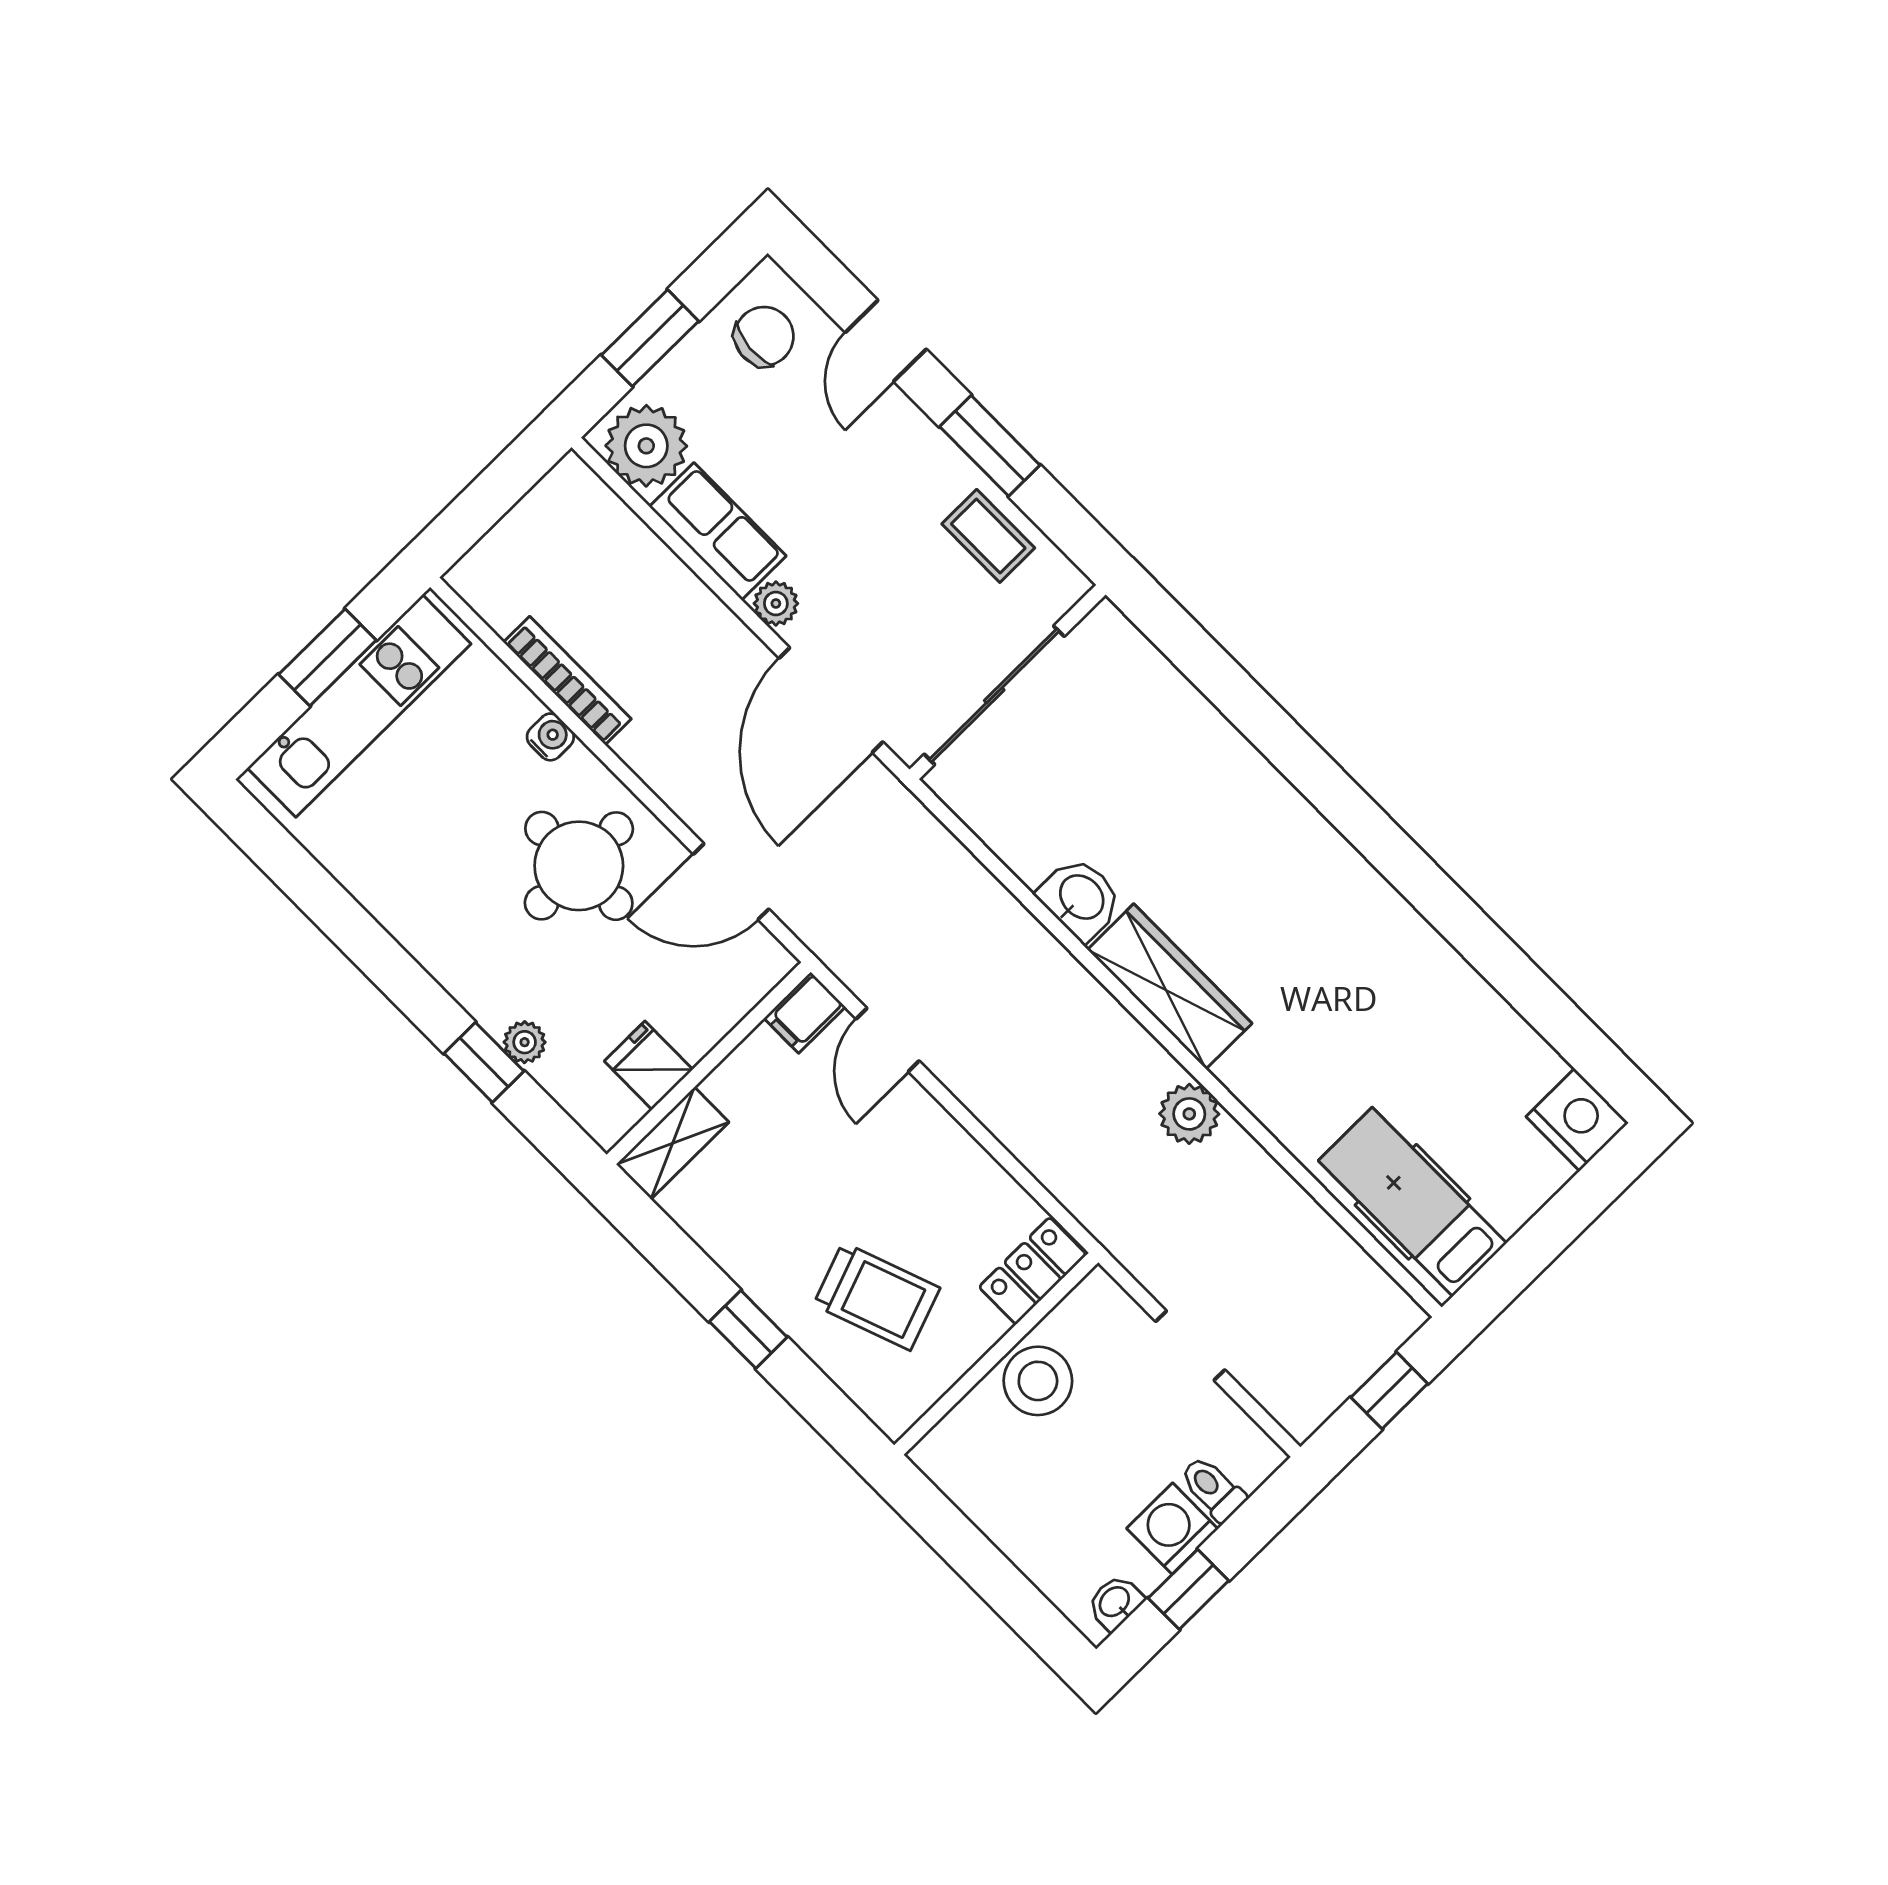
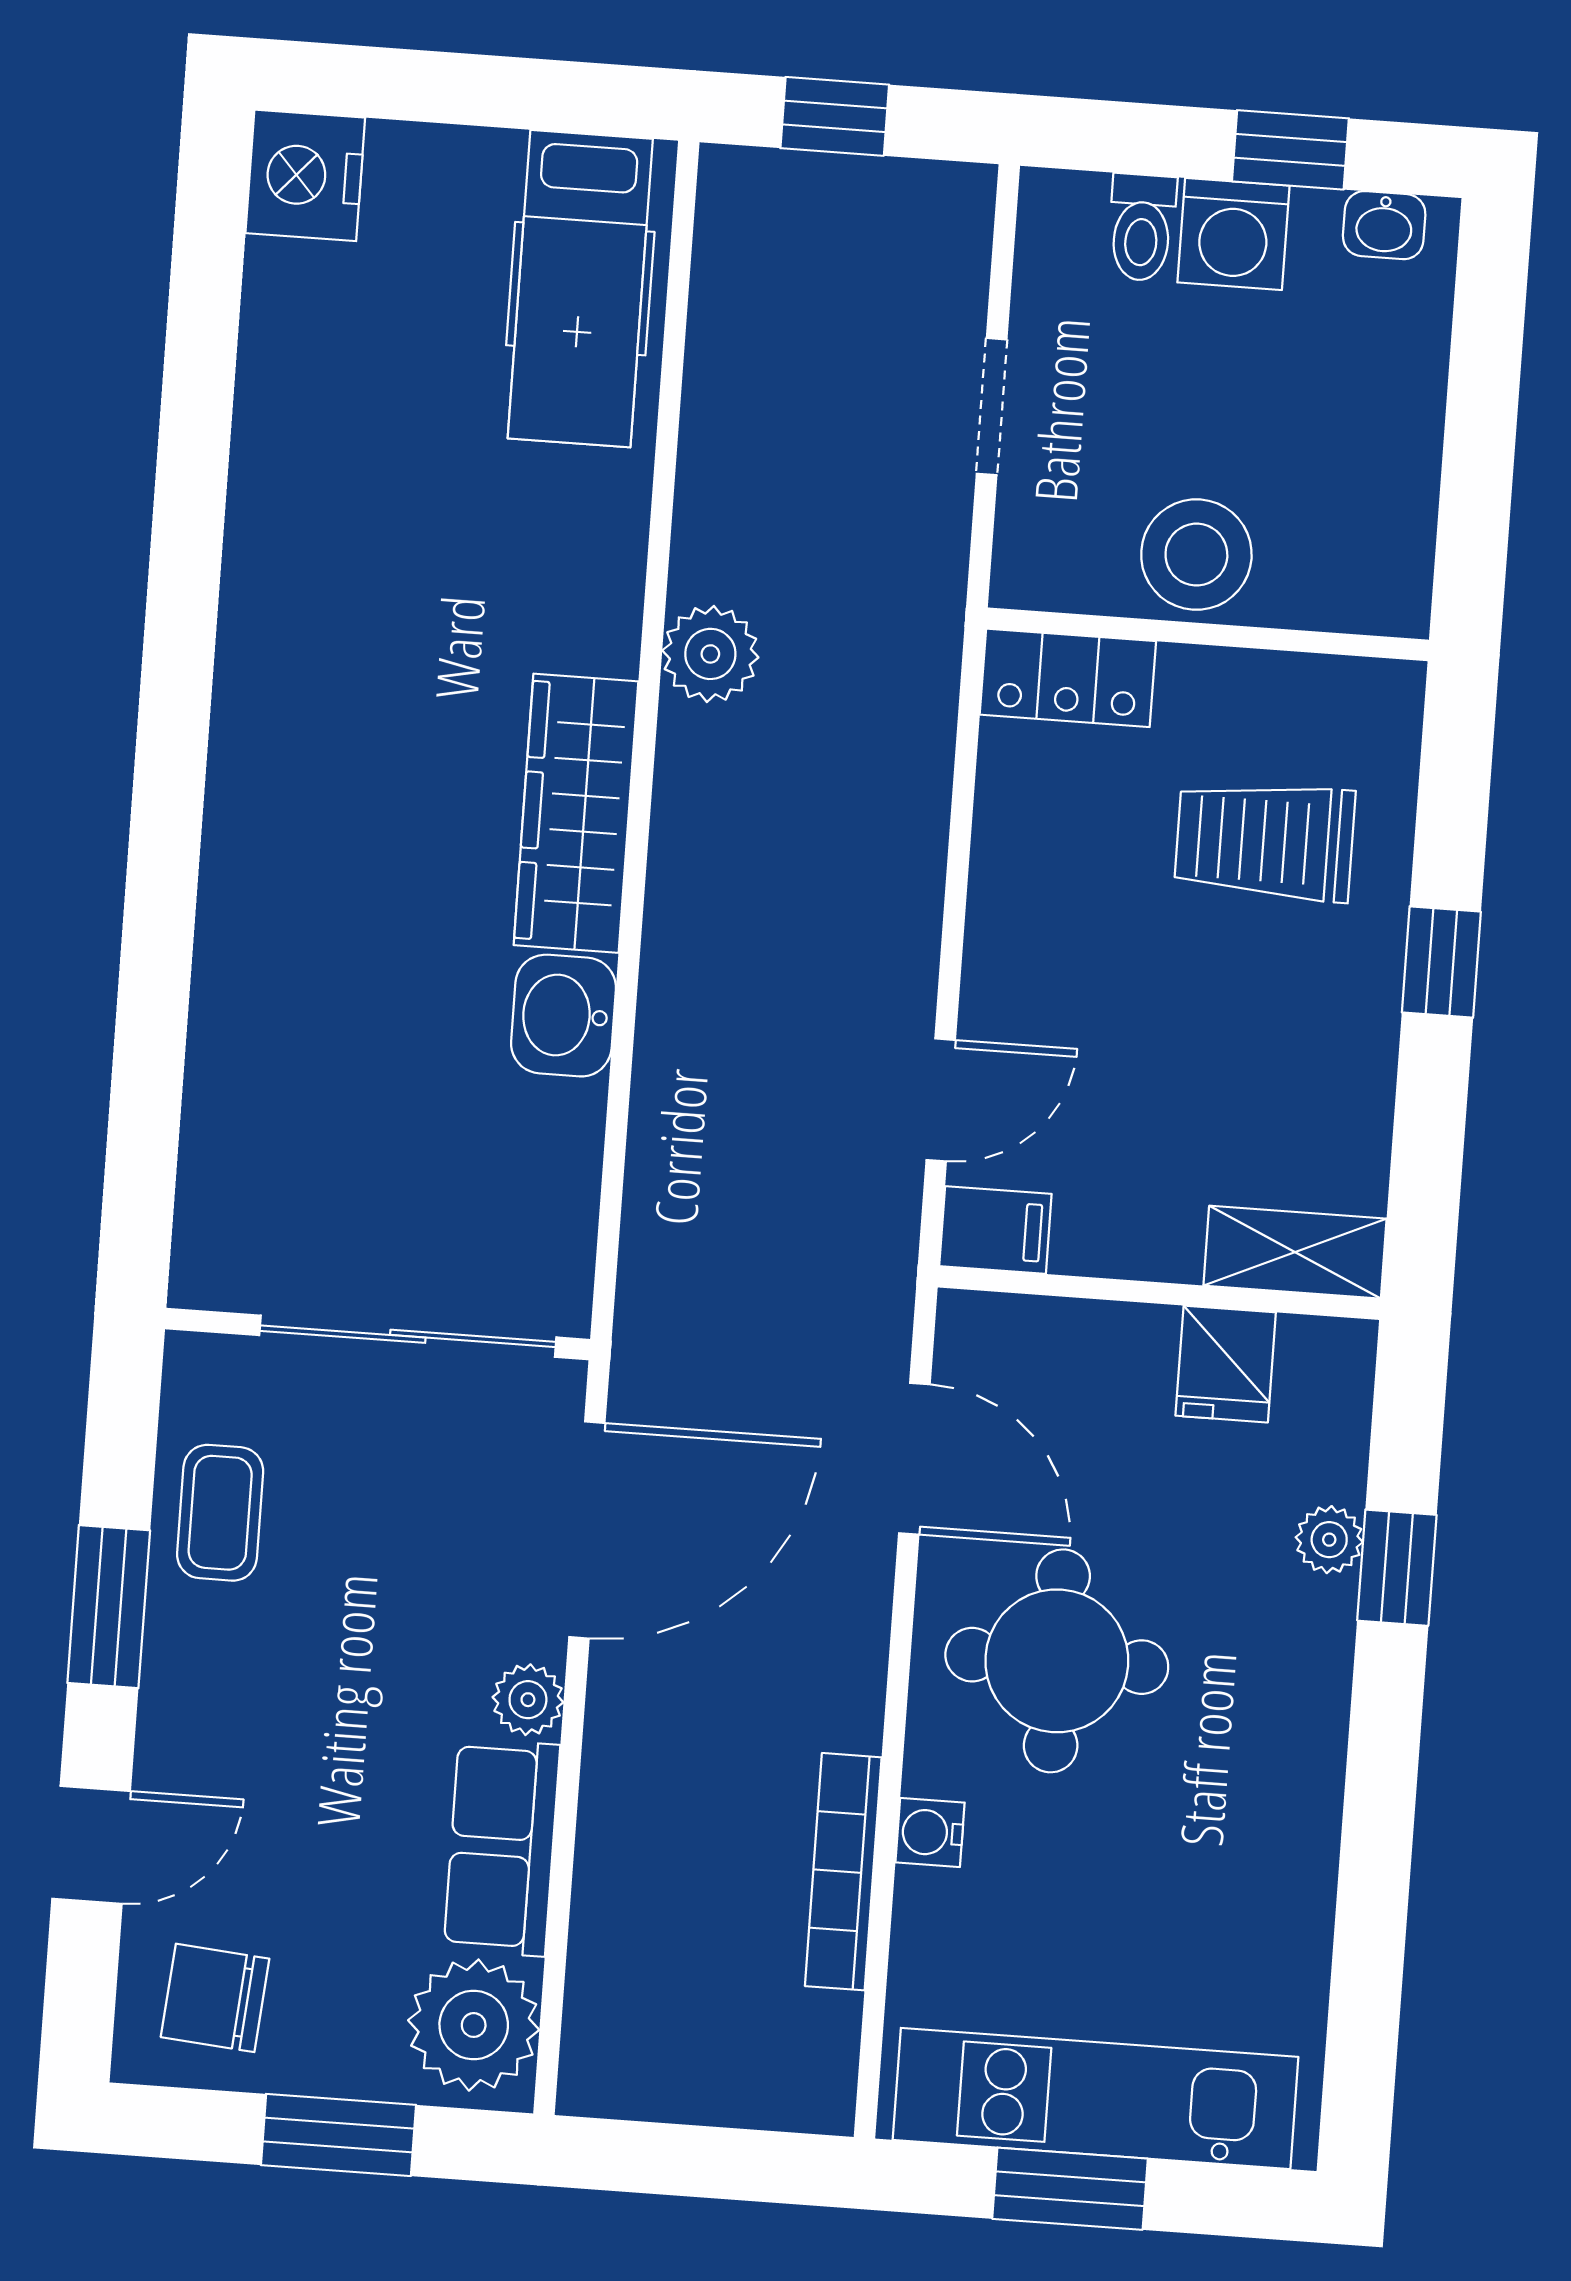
trolley: (877, 1296) -> (1265, 841), turned -70

